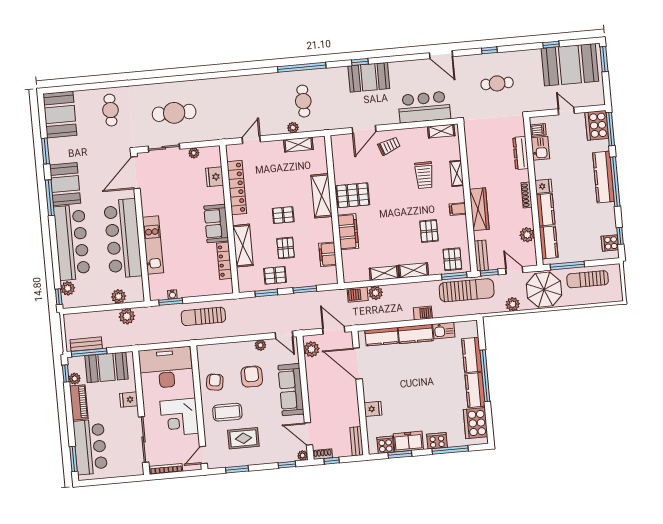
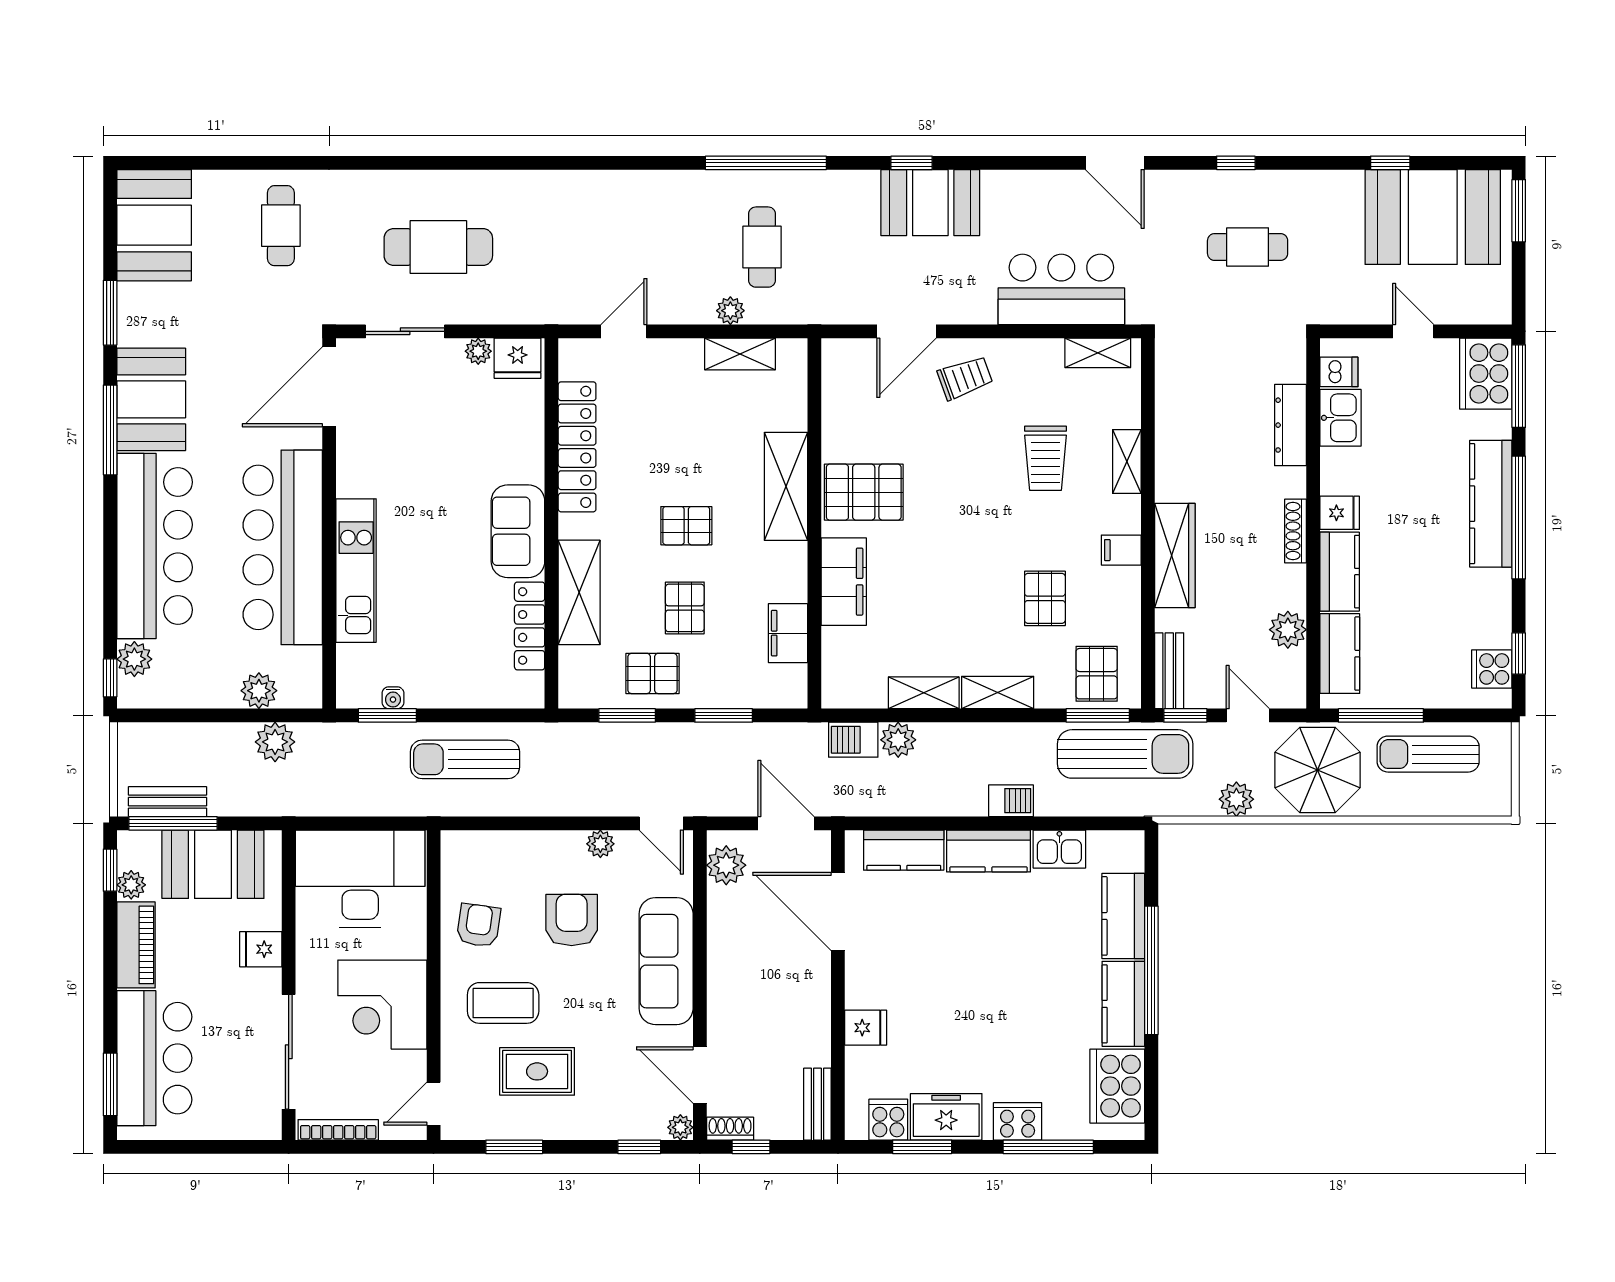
fridge: (215, 177) -> (518, 358), moved, turned -90

